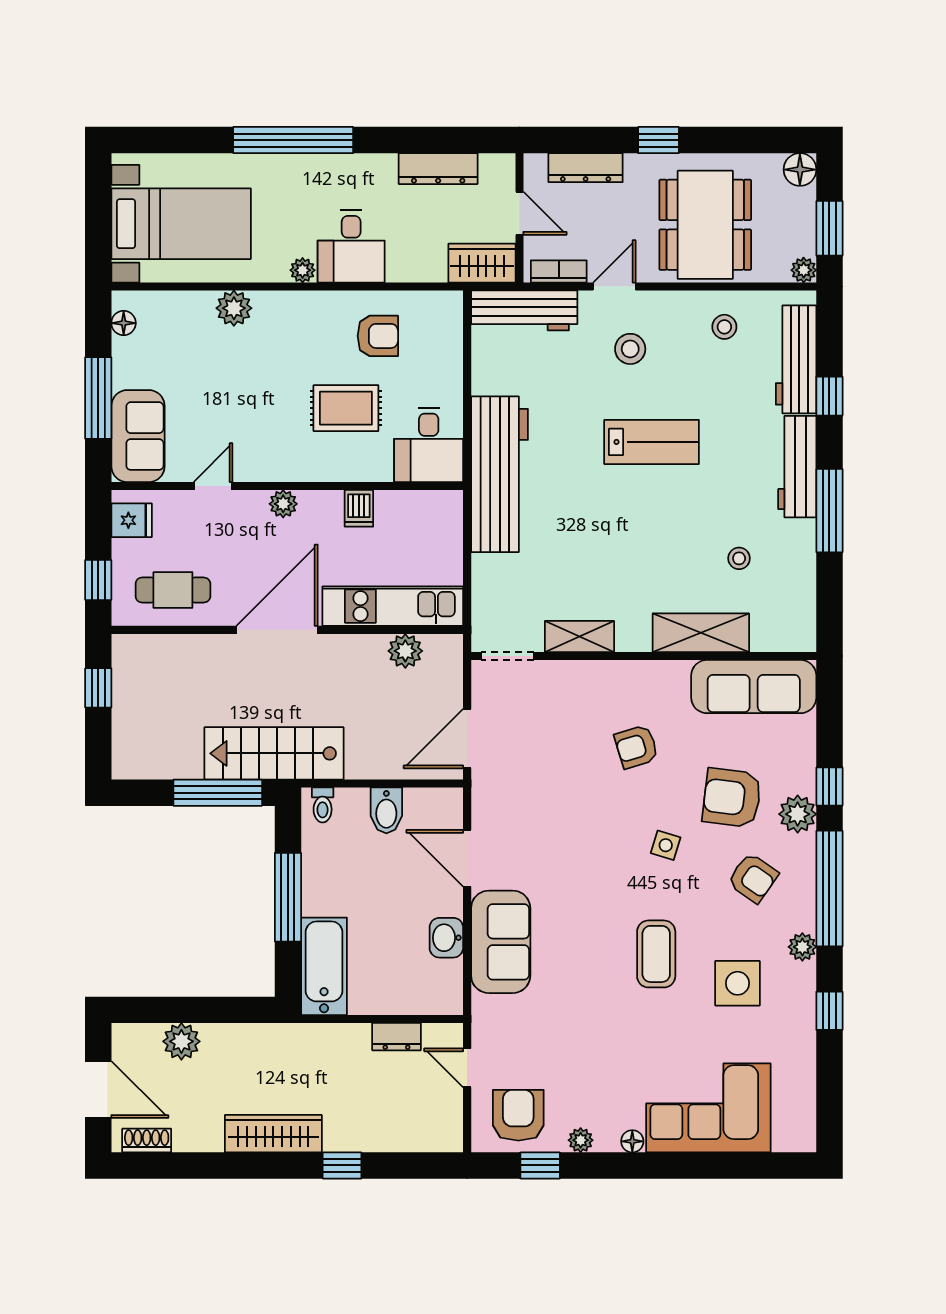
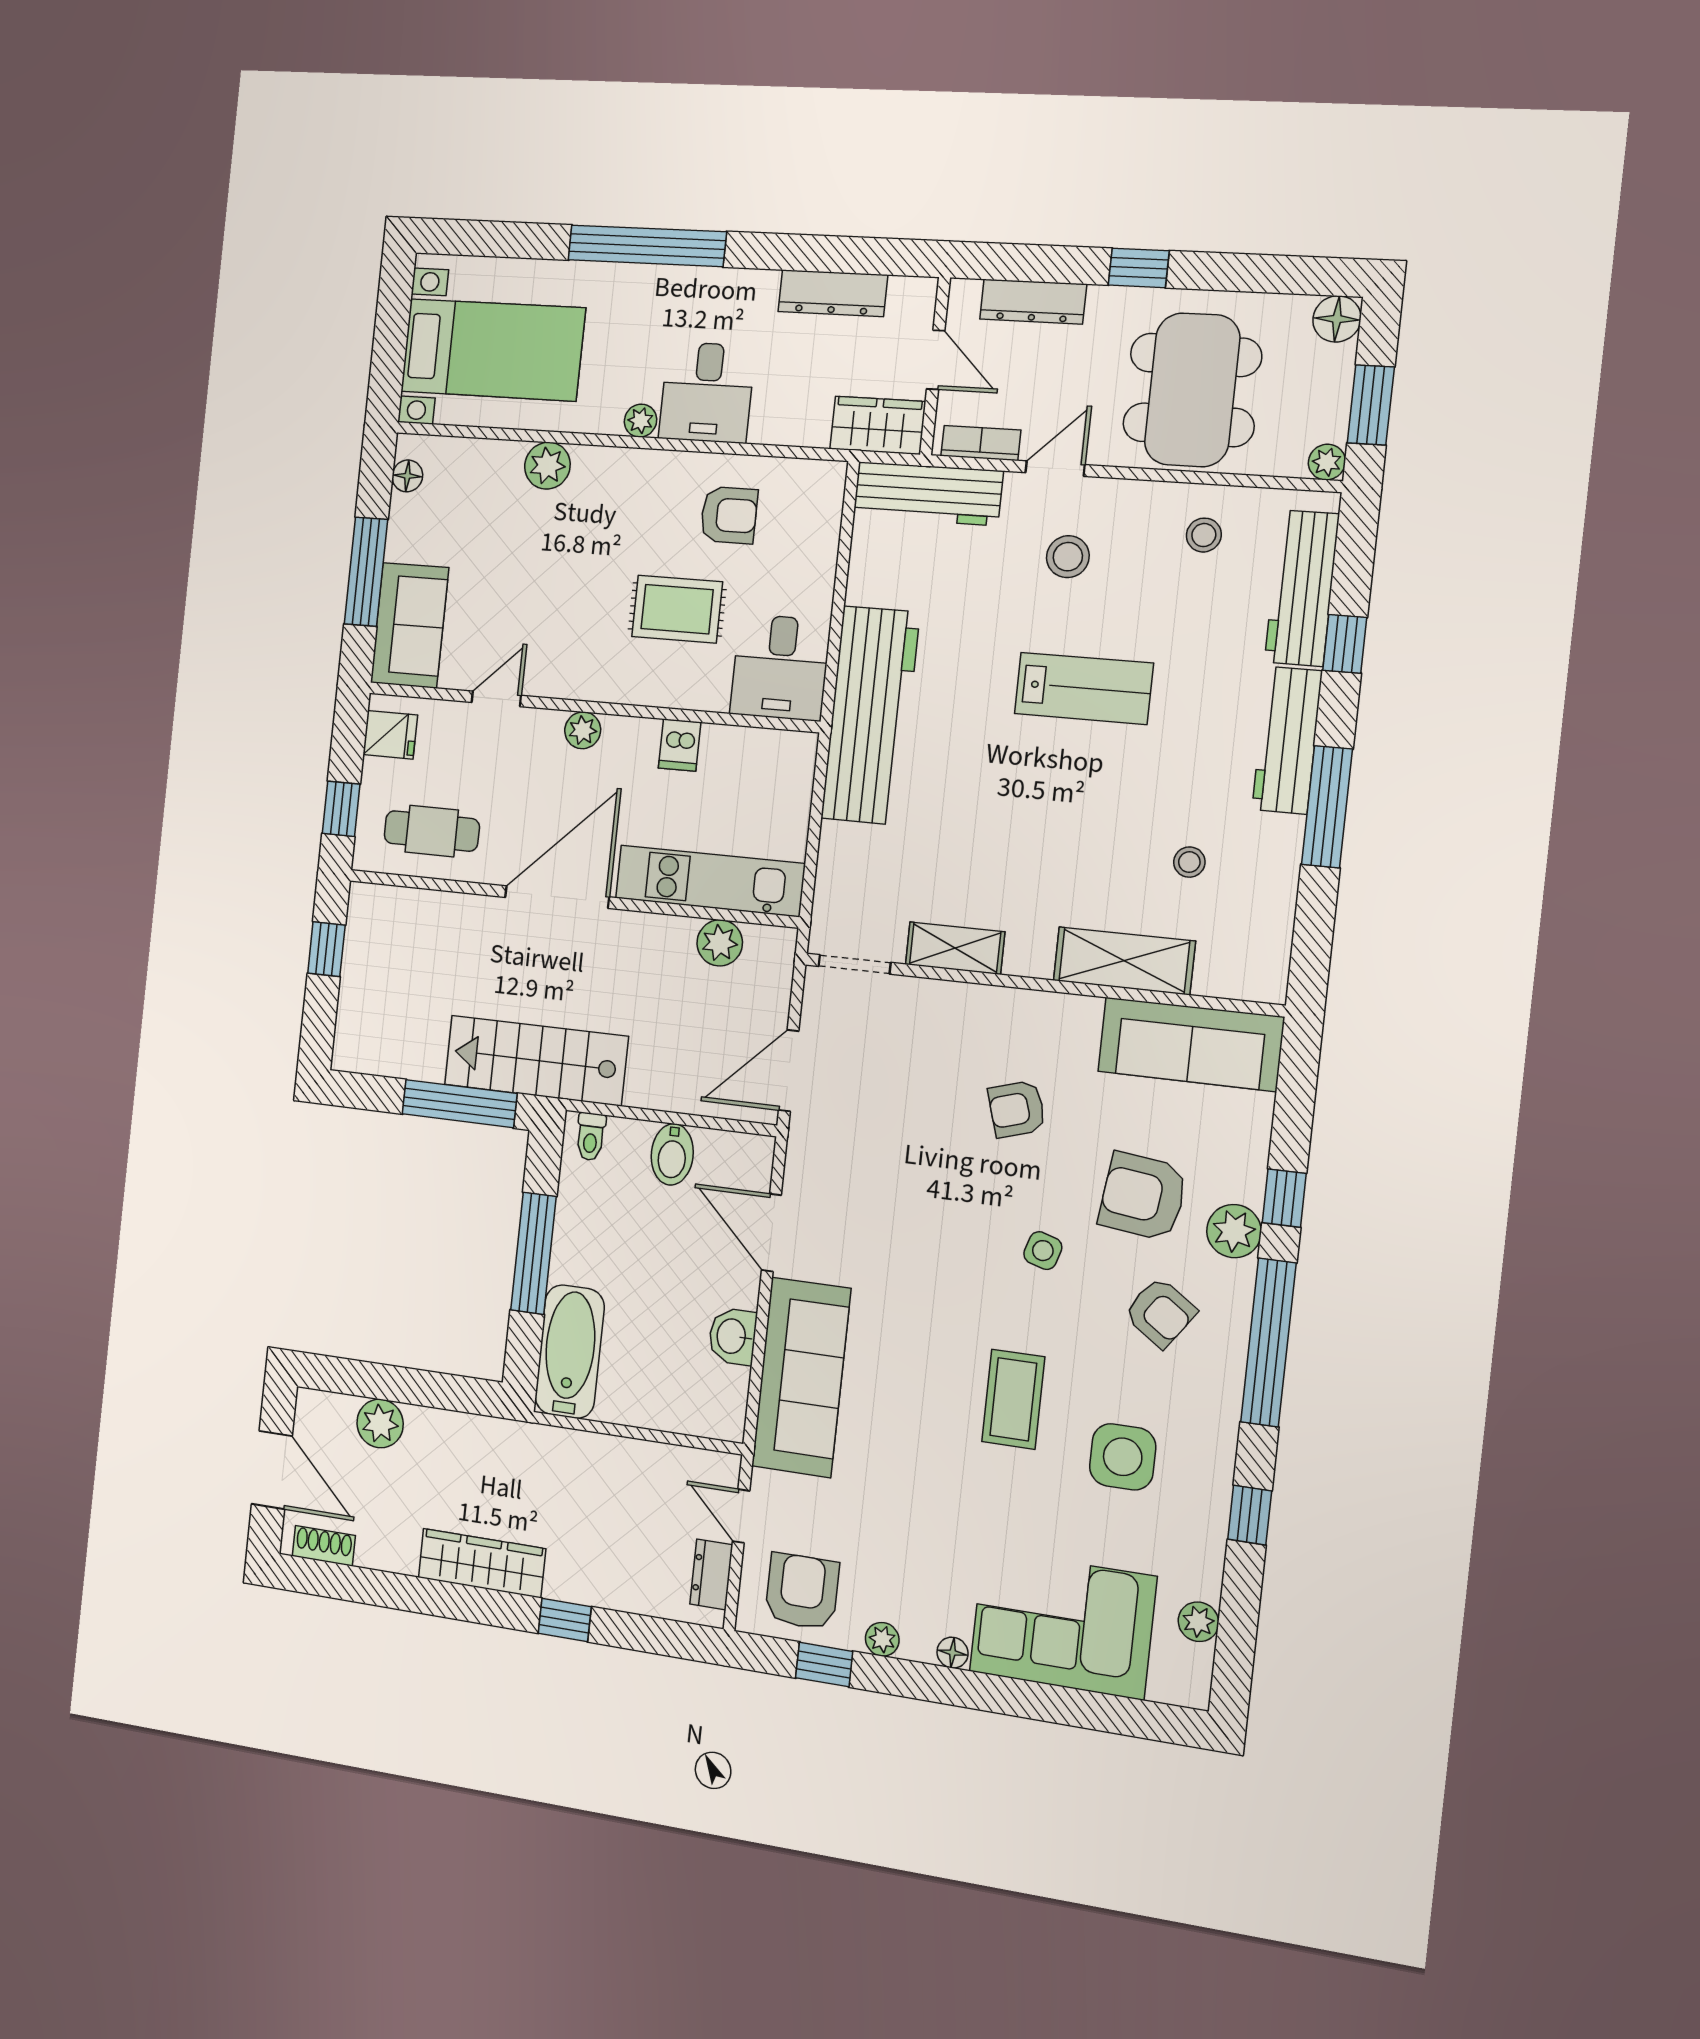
sofa: (501, 942) -> (801, 1377), width x1.36
plant: (802, 947) -> (1198, 1622), moved
dresser: (396, 1037) -> (711, 1574), moved, turned 90

